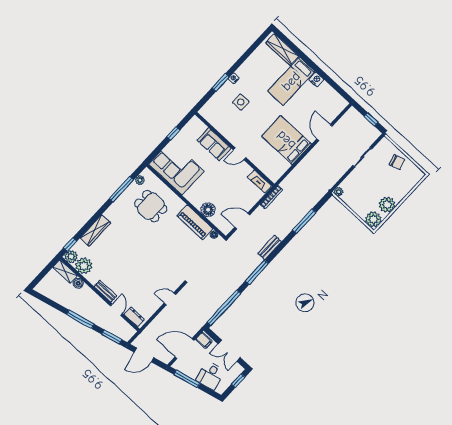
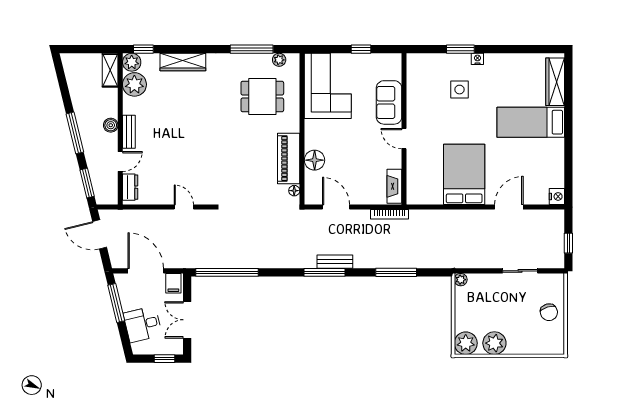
nightstand: (316, 80) -> (557, 196), moved
dining table: (151, 206) -> (262, 96), turned 90
window: (257, 272) -> (324, 272), moved
boiler: (78, 283) -> (111, 125), moved

